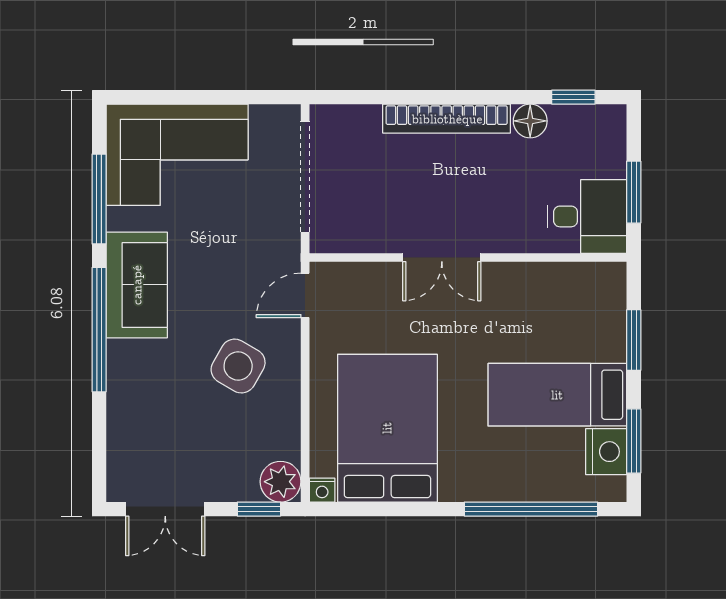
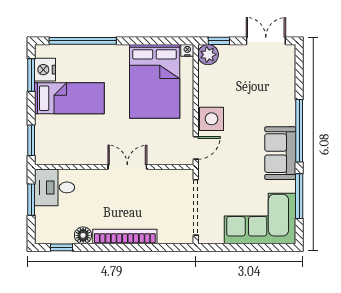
window: (634, 340) -> (31, 140), moved
side table: (238, 366) -> (211, 119), moved, turned -30

